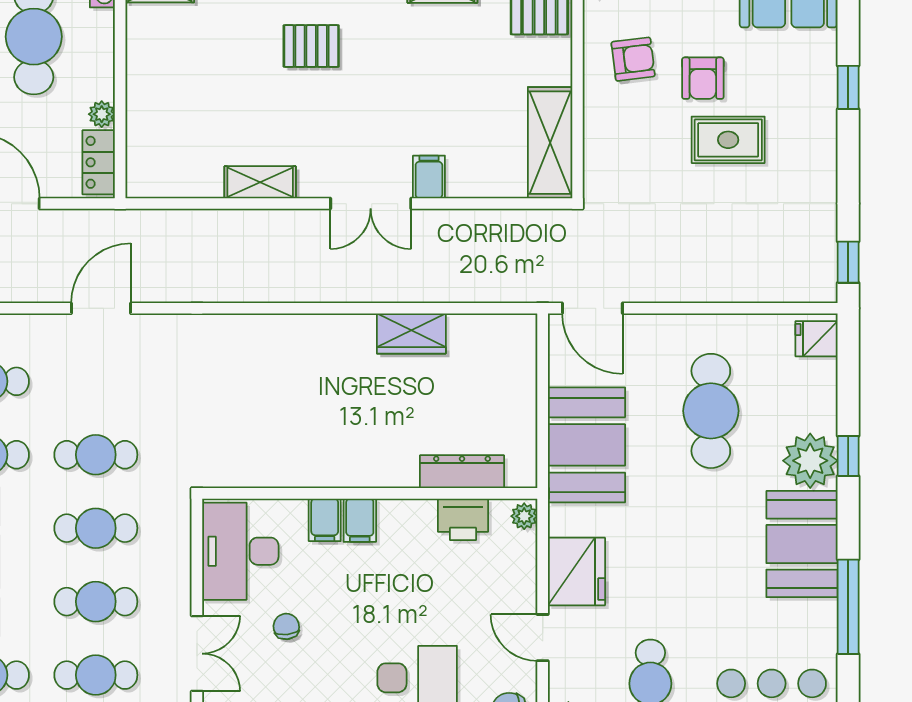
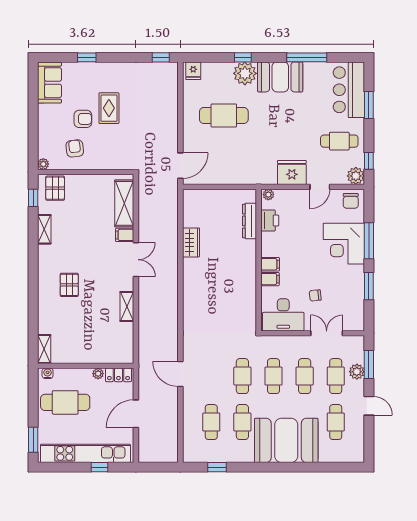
shelving: (550, 143) -> (124, 203), moved, turned 90
booth: (586, 445) -> (238, 168), removed

